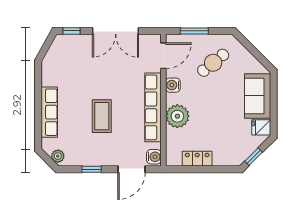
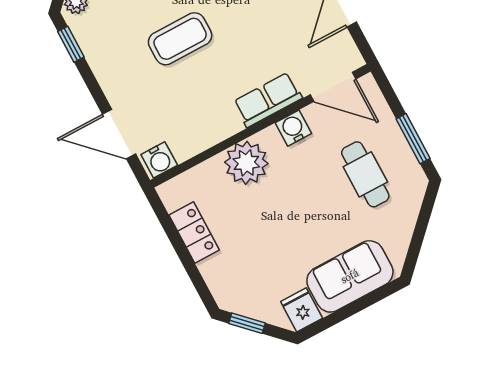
window: (194, 31) -> (413, 139), moved
cafe table: (213, 63) -> (365, 174), turned 39
row of seats: (153, 107) -> (268, 100), width x0.50
window: (92, 169) -> (71, 44), moved

